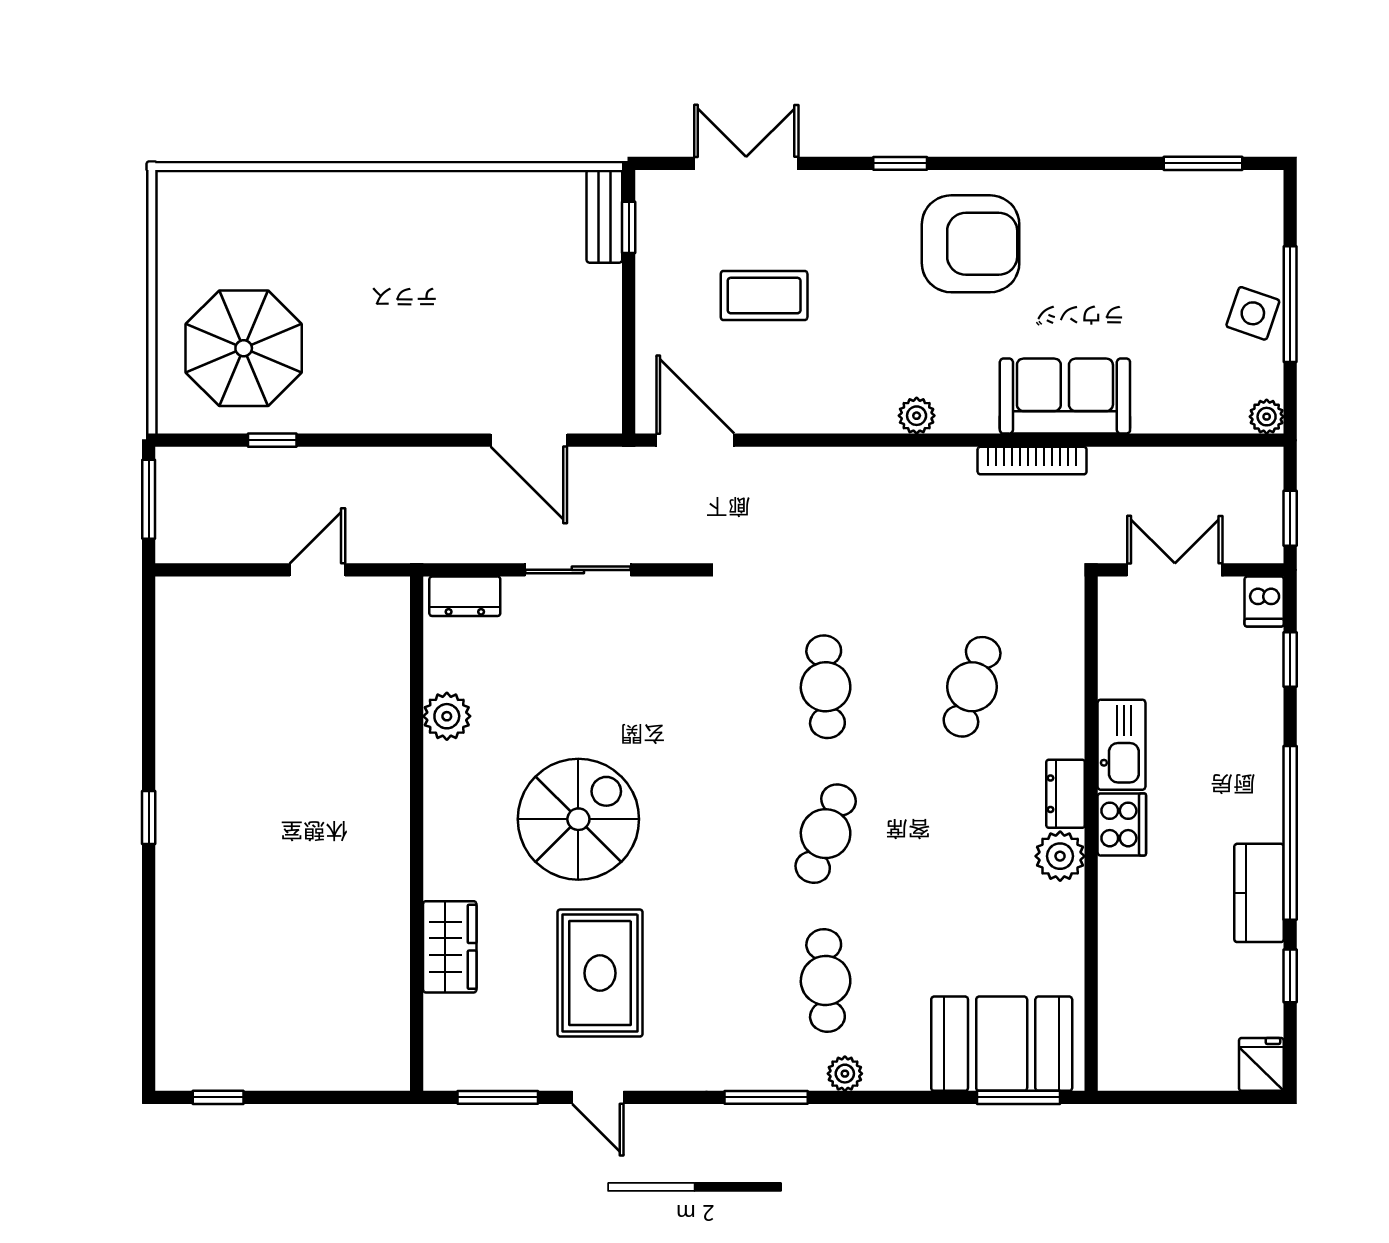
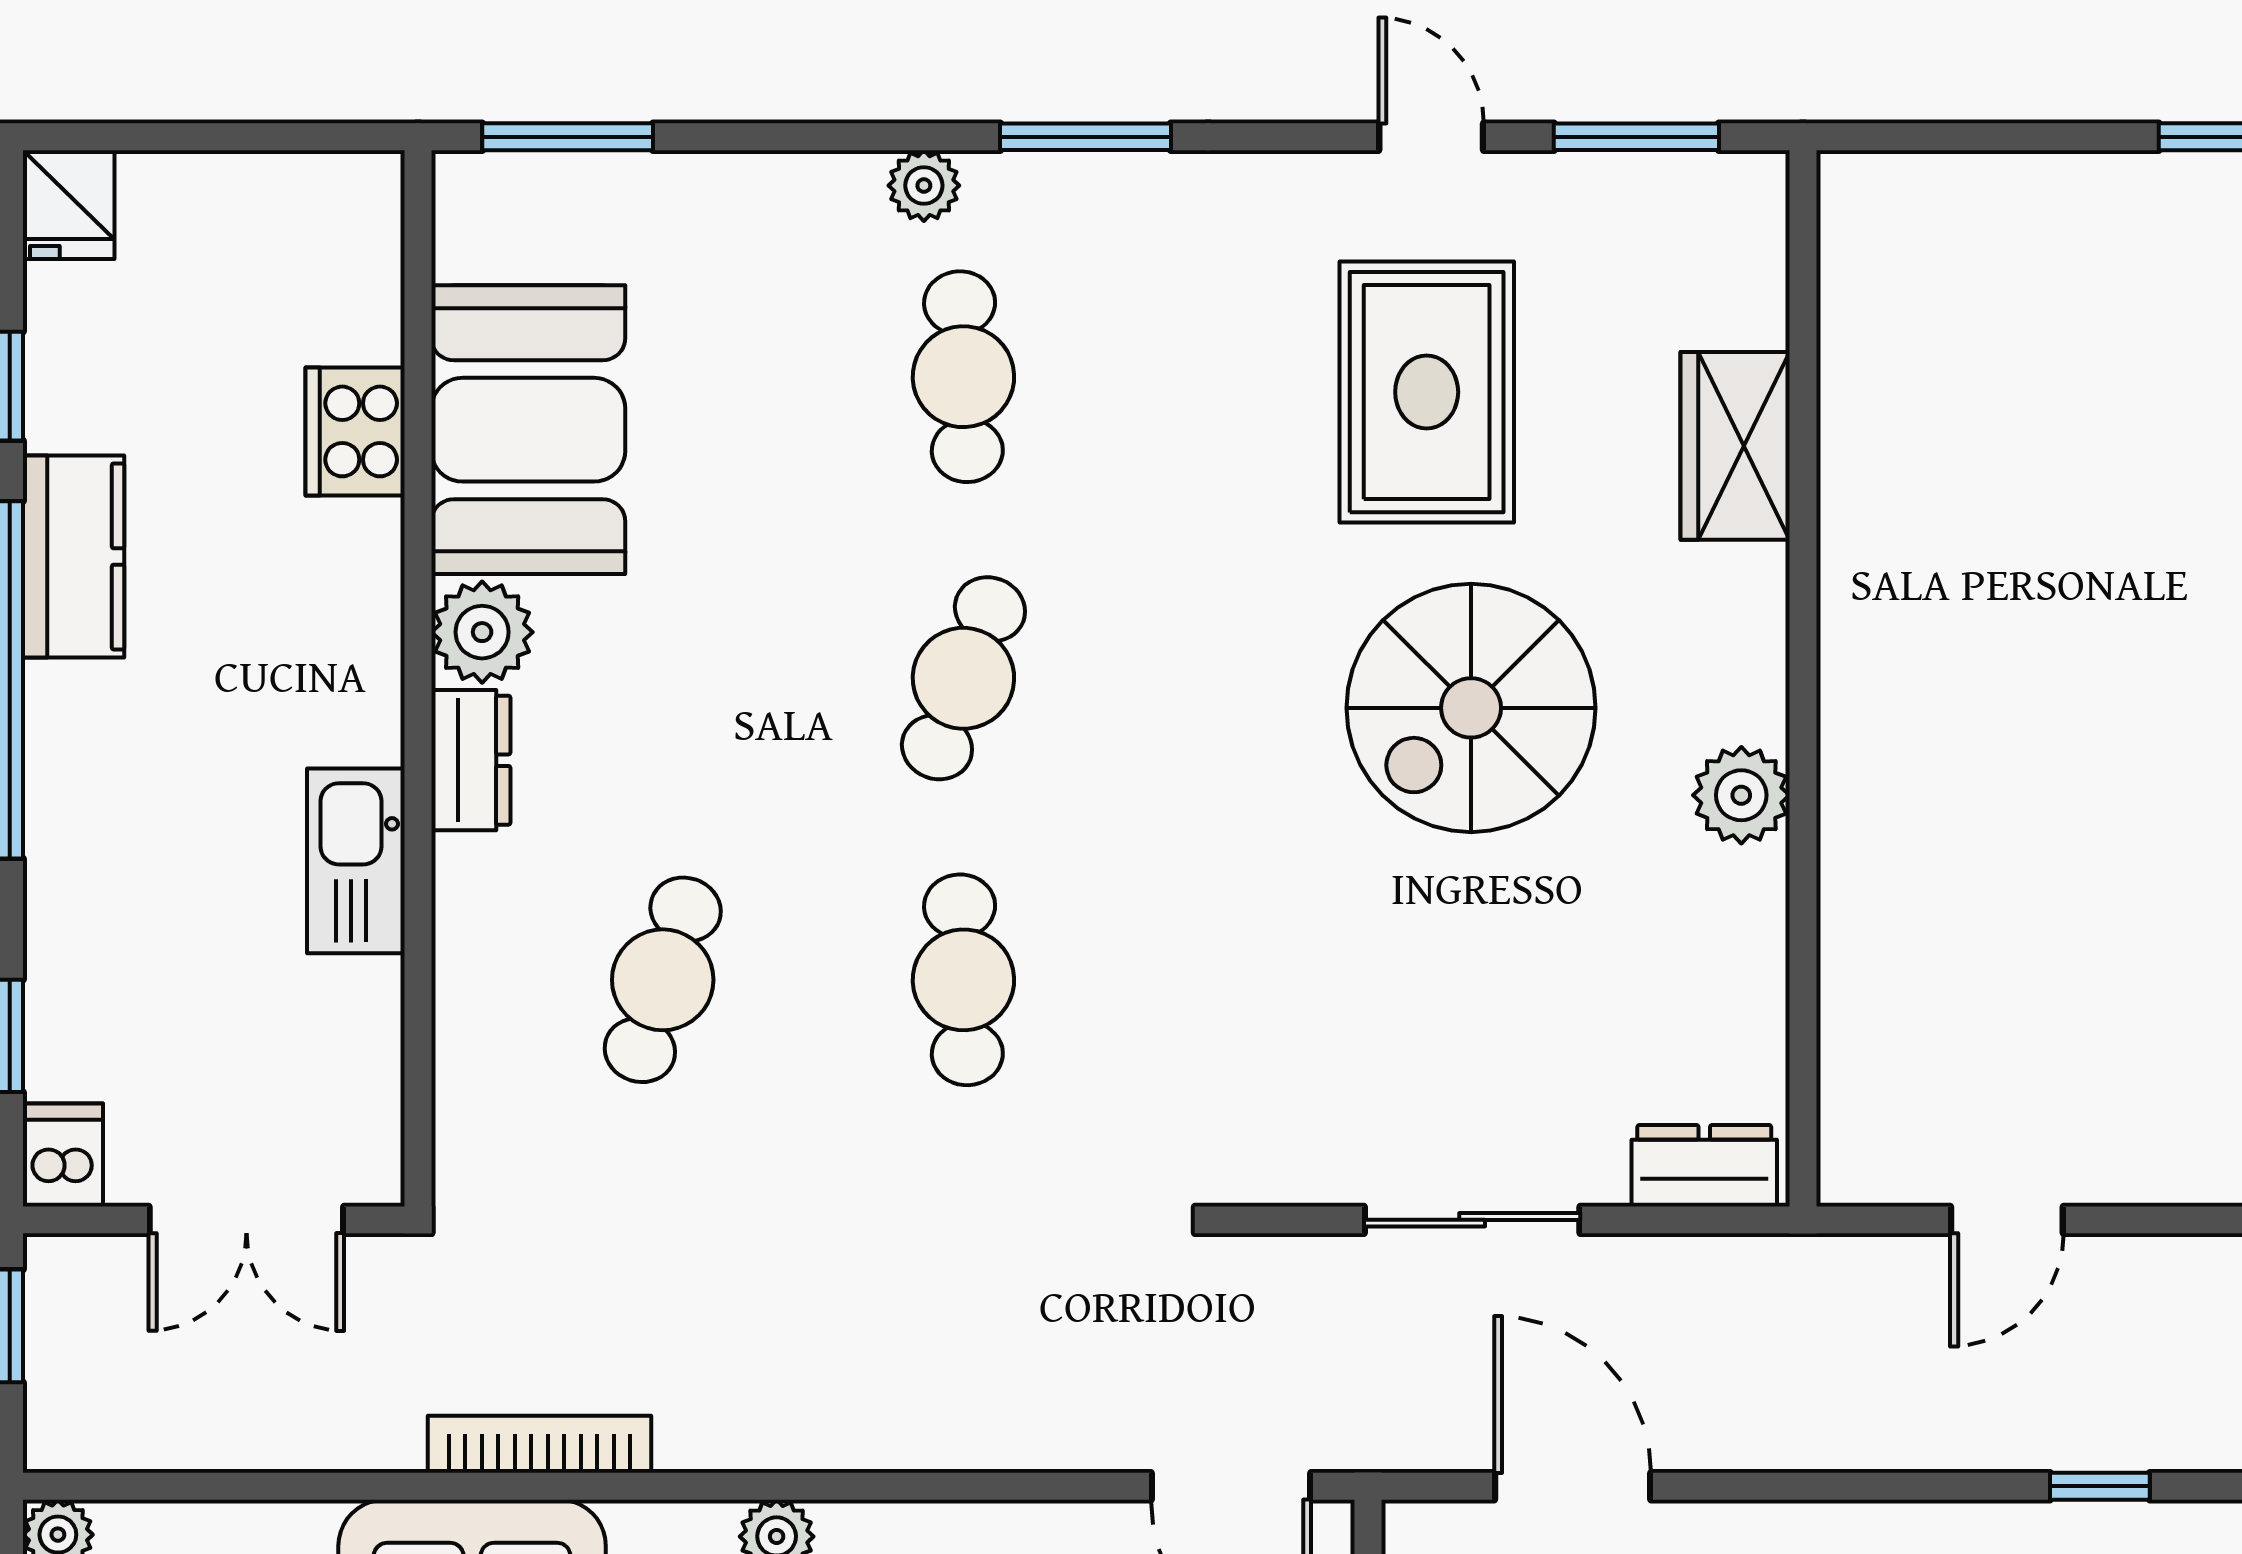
plant: (447, 716) -> (1741, 795), moved
cooker: (1122, 824) -> (355, 431), moved
booth: (1002, 1044) -> (528, 430), moved, turned 90

